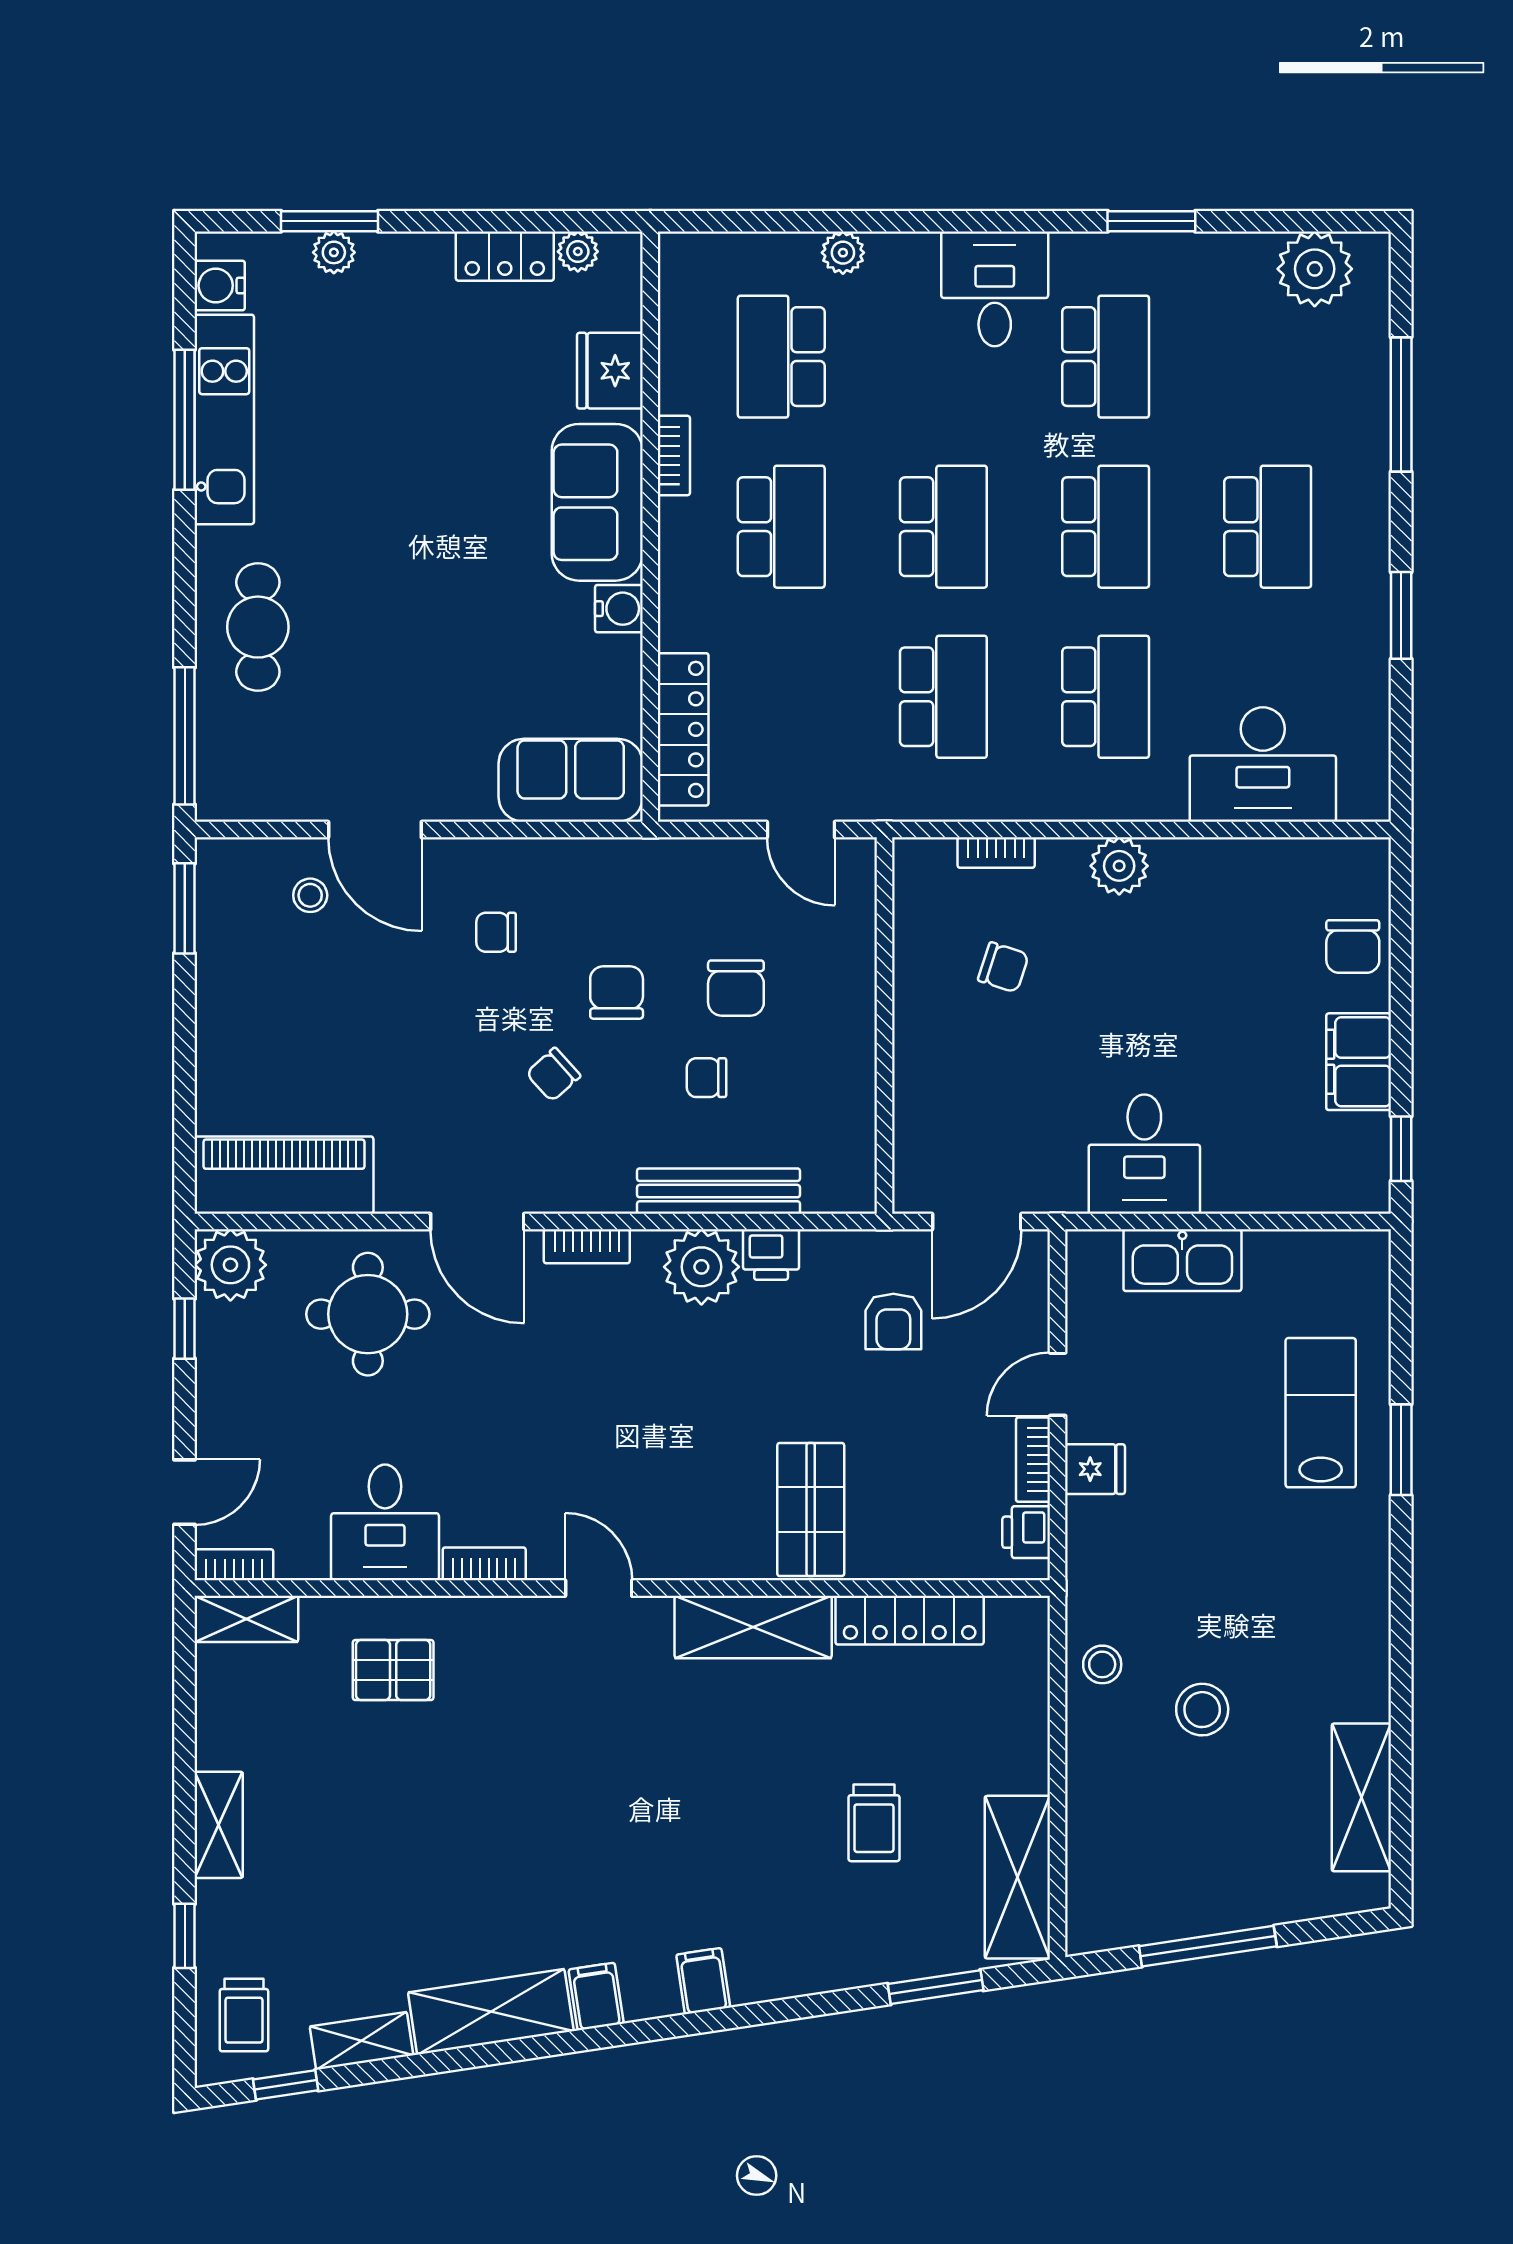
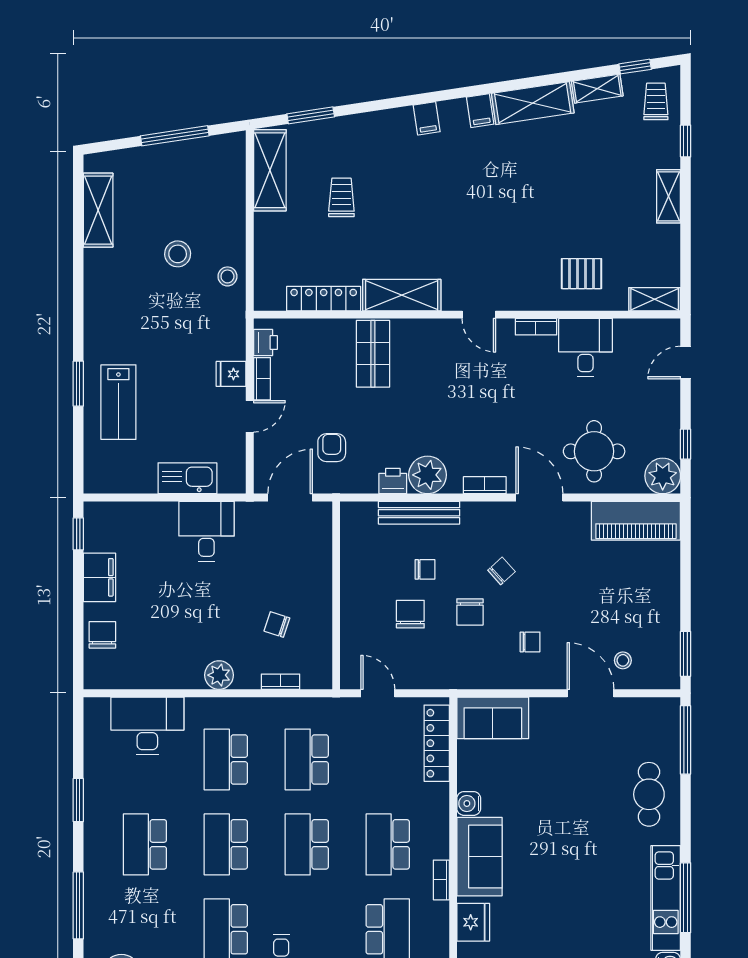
bookcase: (234, 1565) -> (661, 326), removed

